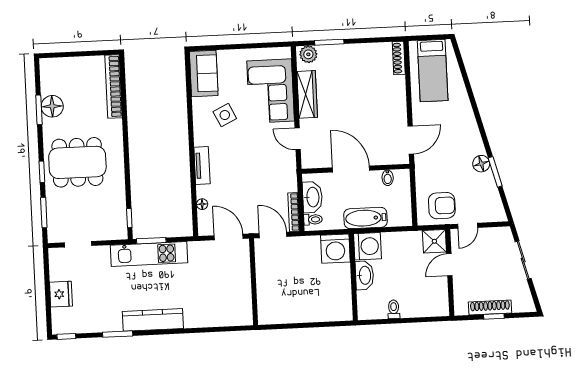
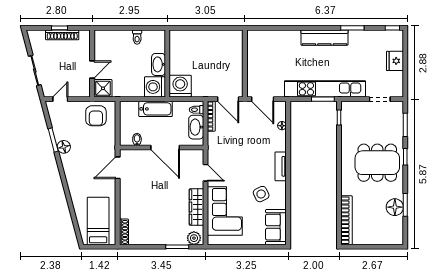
tv unit: (202, 165) -> (281, 166), moved
armchair: (442, 206) -> (96, 116), turned -90
door: (468, 226) -> (60, 99), moved
kitchen unit: (149, 254) -> (325, 89), width x1.36

